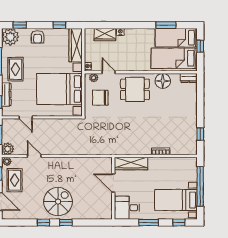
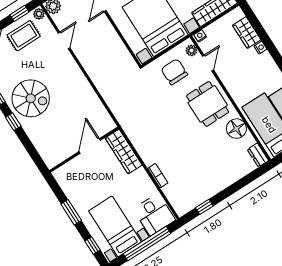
desk: (127, 208) -> (154, 215), moved, turned 180

